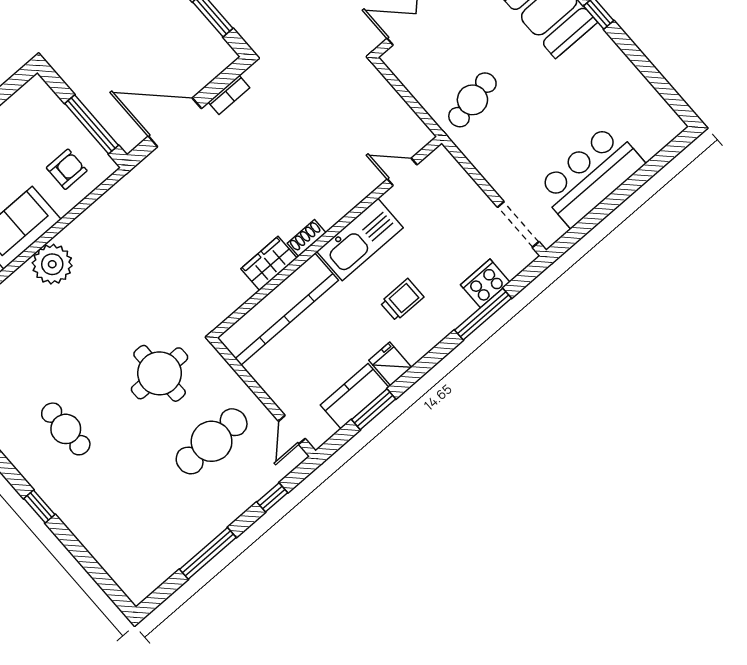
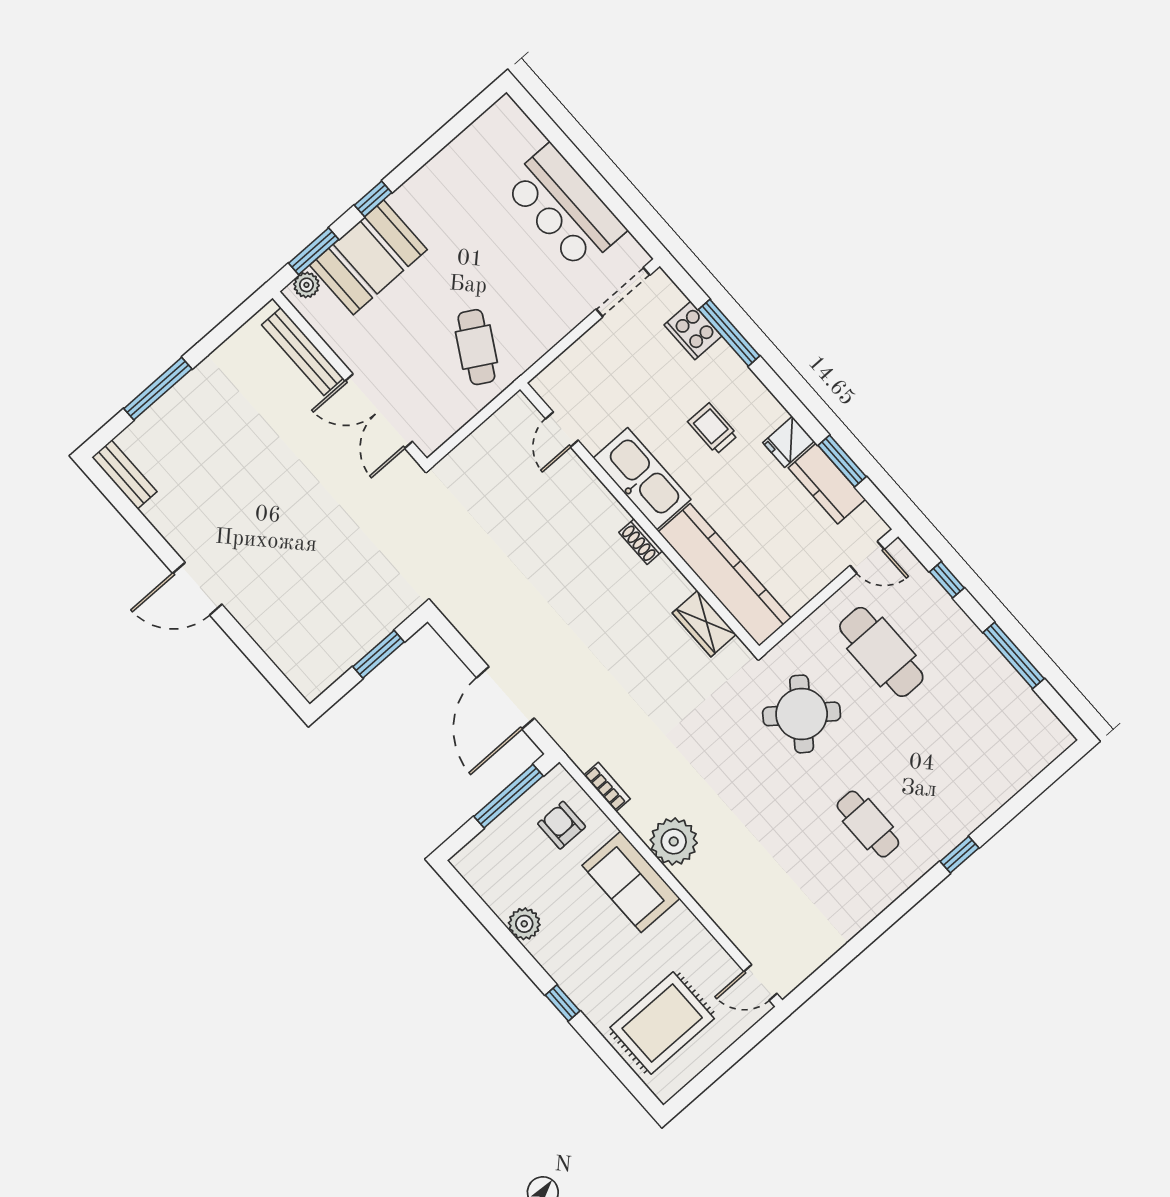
bookcase: (229, 95) -> (607, 787), moved
cafe table: (472, 100) -> (476, 347), turned 41
wardrobe: (269, 263) -> (704, 624), moved
round table: (160, 373) -> (802, 714), turned 37
cafe table: (66, 429) -> (868, 824), turned 90

